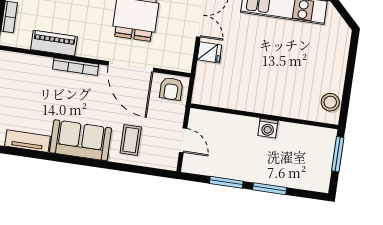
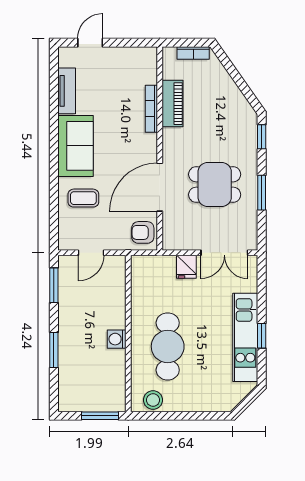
bookcase: (76, 67) -> (151, 109), moved
cafe table: (282, 81) -> (168, 346), added
window: (226, 182) -> (54, 285), moved

